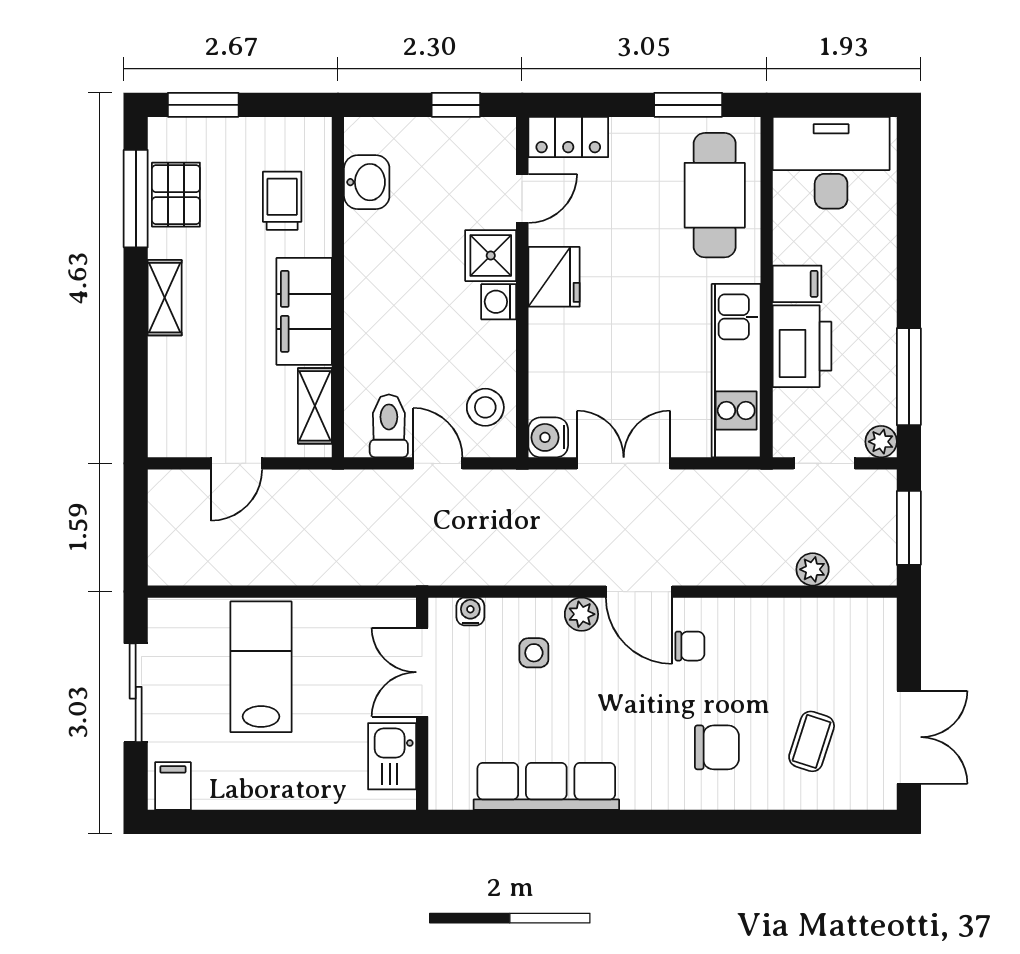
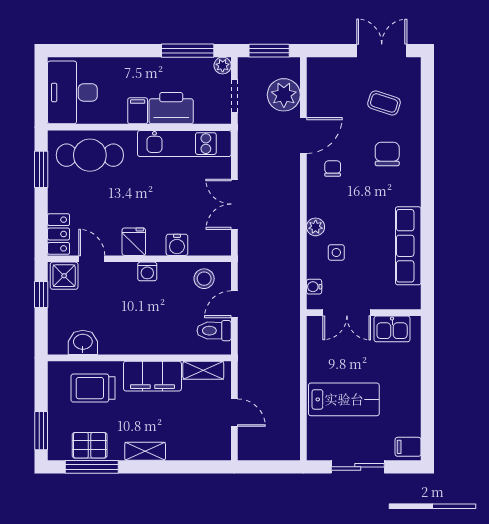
trolley: (282, 201) -> (93, 388), width x1.36, depth x1.39
shower: (491, 256) -> (64, 276), moved
fridge: (554, 277) -> (134, 242), width x0.72
water cooler: (548, 437) -> (177, 245), moved
plant: (813, 569) -> (284, 95), width x1.87, depth x1.87
door: (639, 592) -> (303, 135), moved
lab bench: (261, 667) -> (344, 399), turned 180

